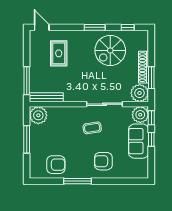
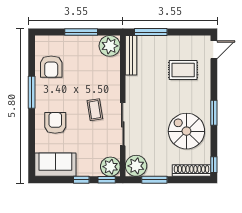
window: (128, 27) -> (214, 165), moved
shoe rack: (144, 67) -> (192, 171), moved
sofa: (139, 141) -> (55, 165), moved

